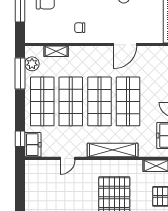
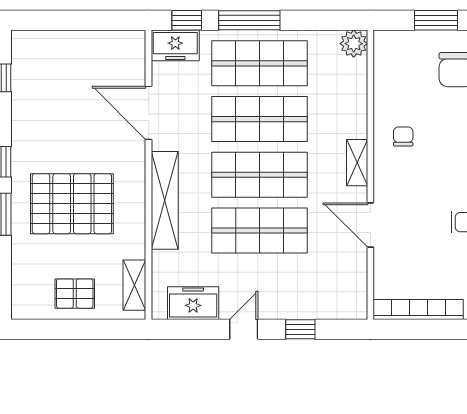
shelving: (56, 51) -> (357, 163), moved
plant: (32, 64) -> (354, 44), moved
window: (20, 73) -> (249, 20), moved
door: (68, 158) -> (149, 113), width x1.87

